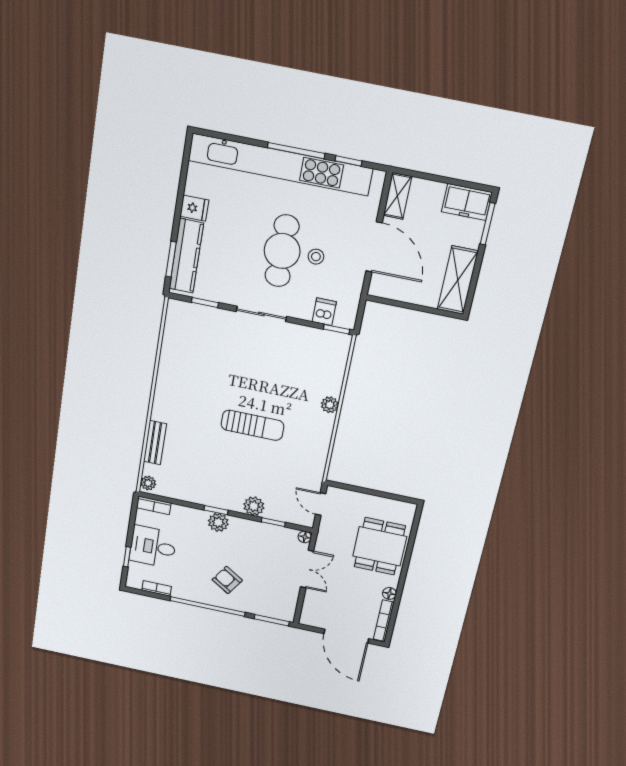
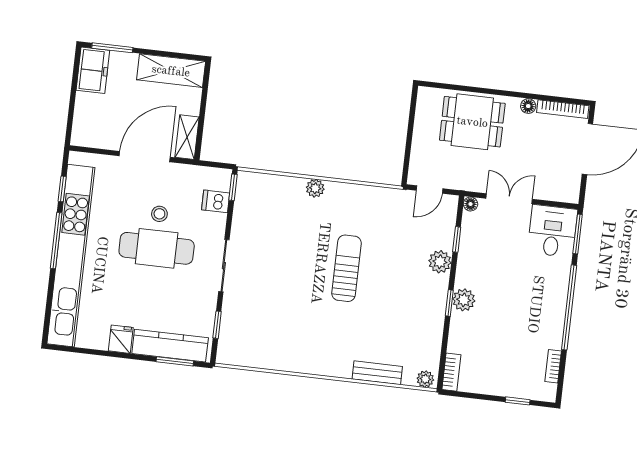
shelving: (397, 196) -> (187, 137), moved, turned 90
desk: (153, 547) -> (552, 231), moved, turned 180
armchair: (227, 580) -> (533, 287), removed

